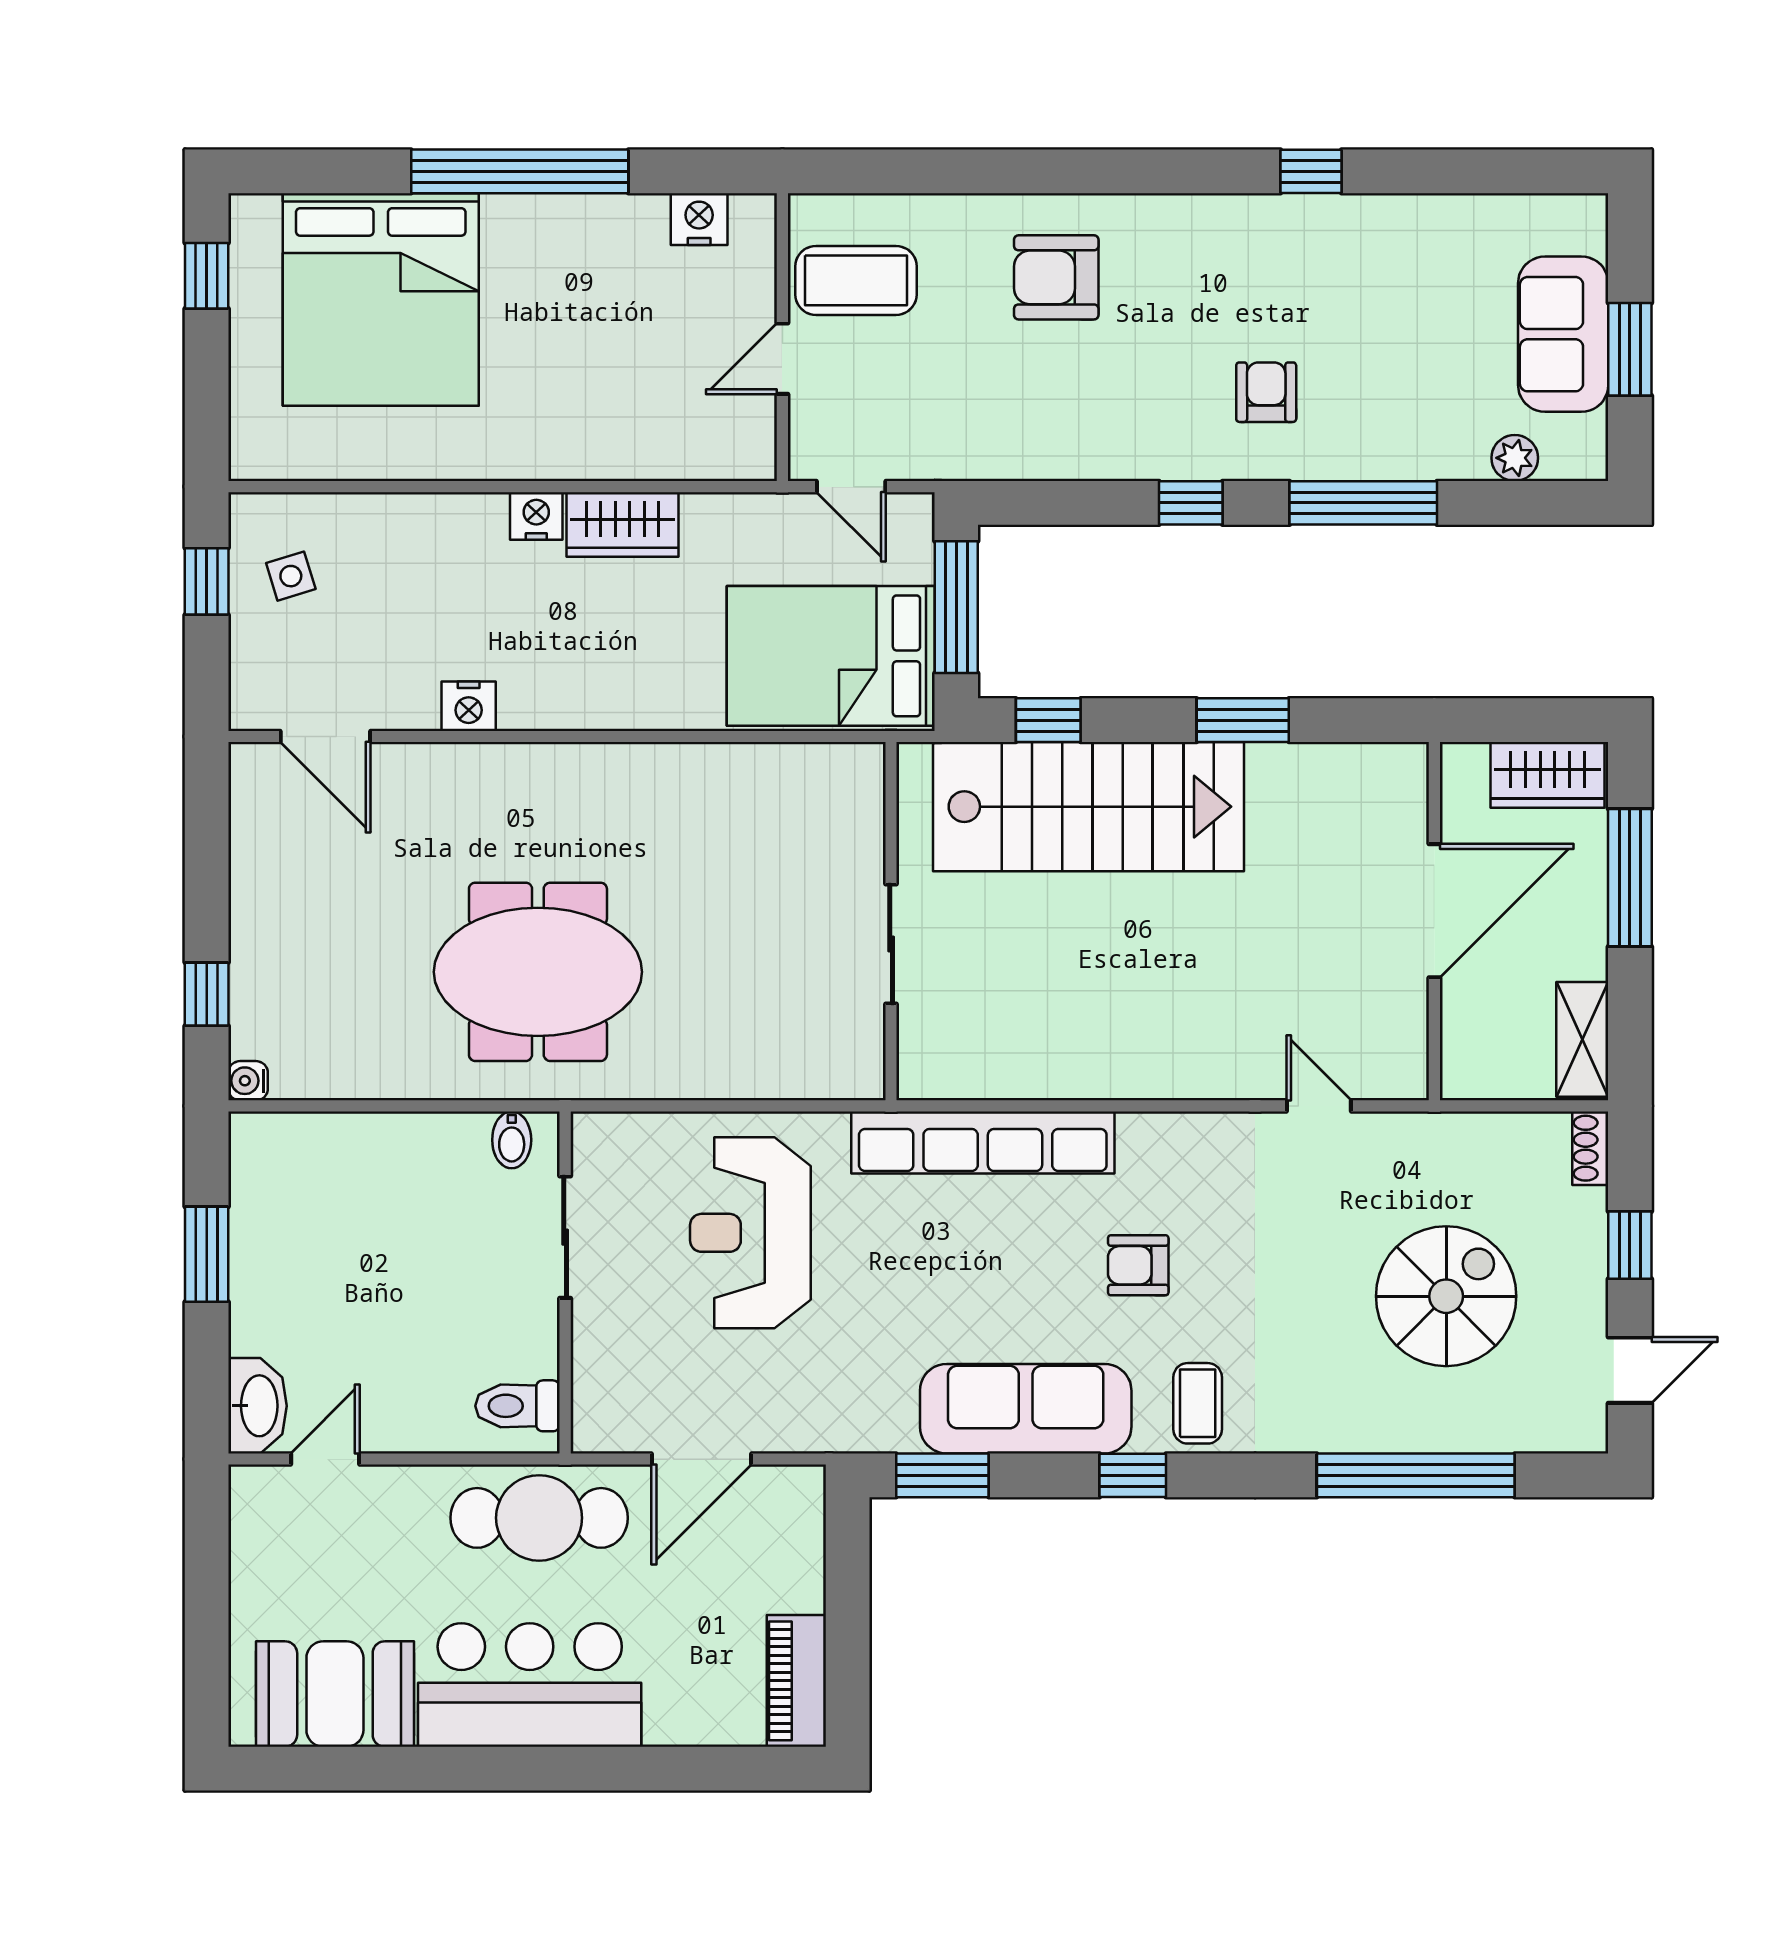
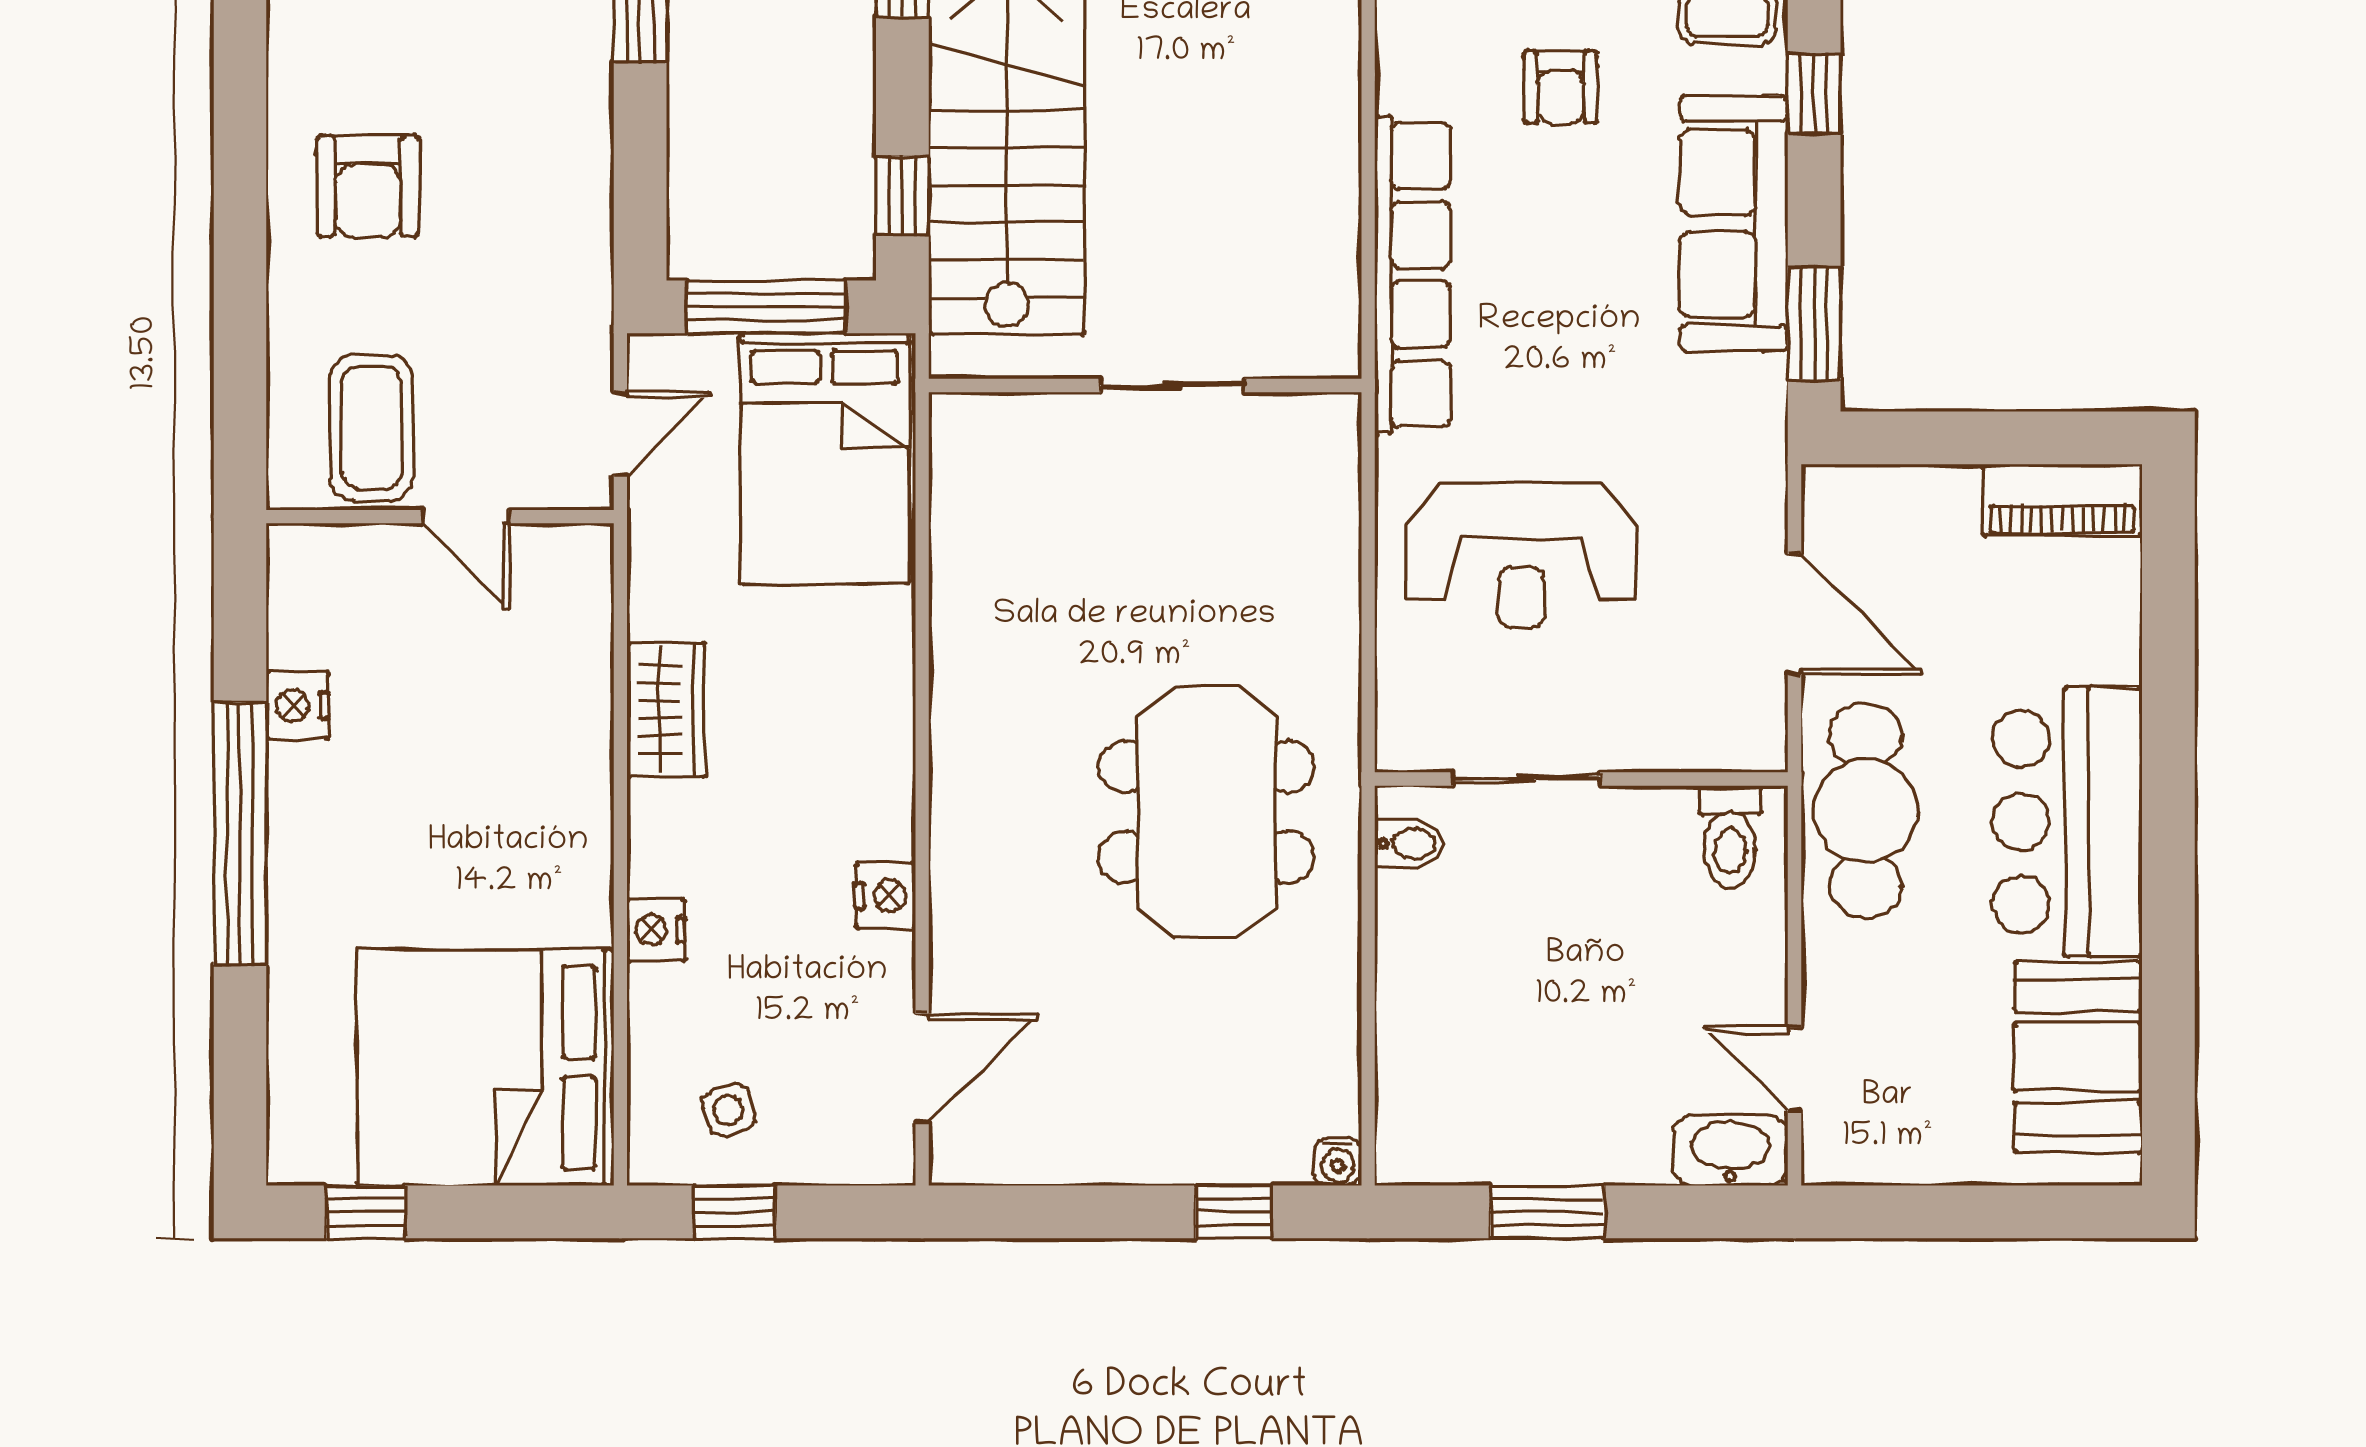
nightstand: (699, 219) -> (298, 706), moved
bed: (381, 300) -> (485, 1068), moved, turned 180
nightstand: (536, 516) -> (656, 930), moved

